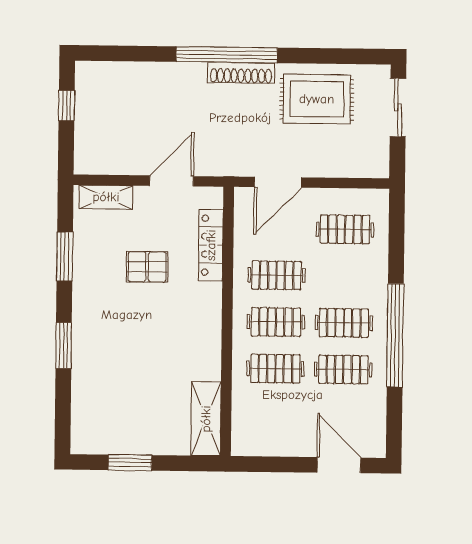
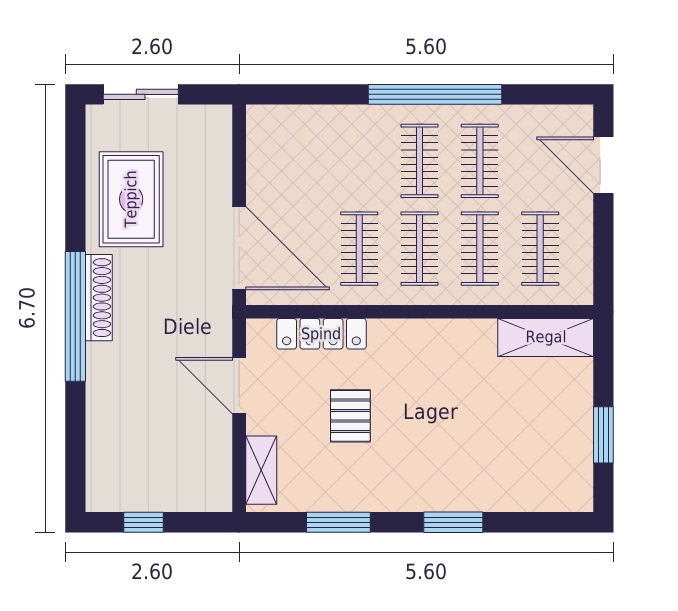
door: (278, 182) -> (239, 248), width x1.36
clothes rail: (345, 229) -> (540, 249), moved
door: (339, 465) -> (603, 165), hinge flipped

